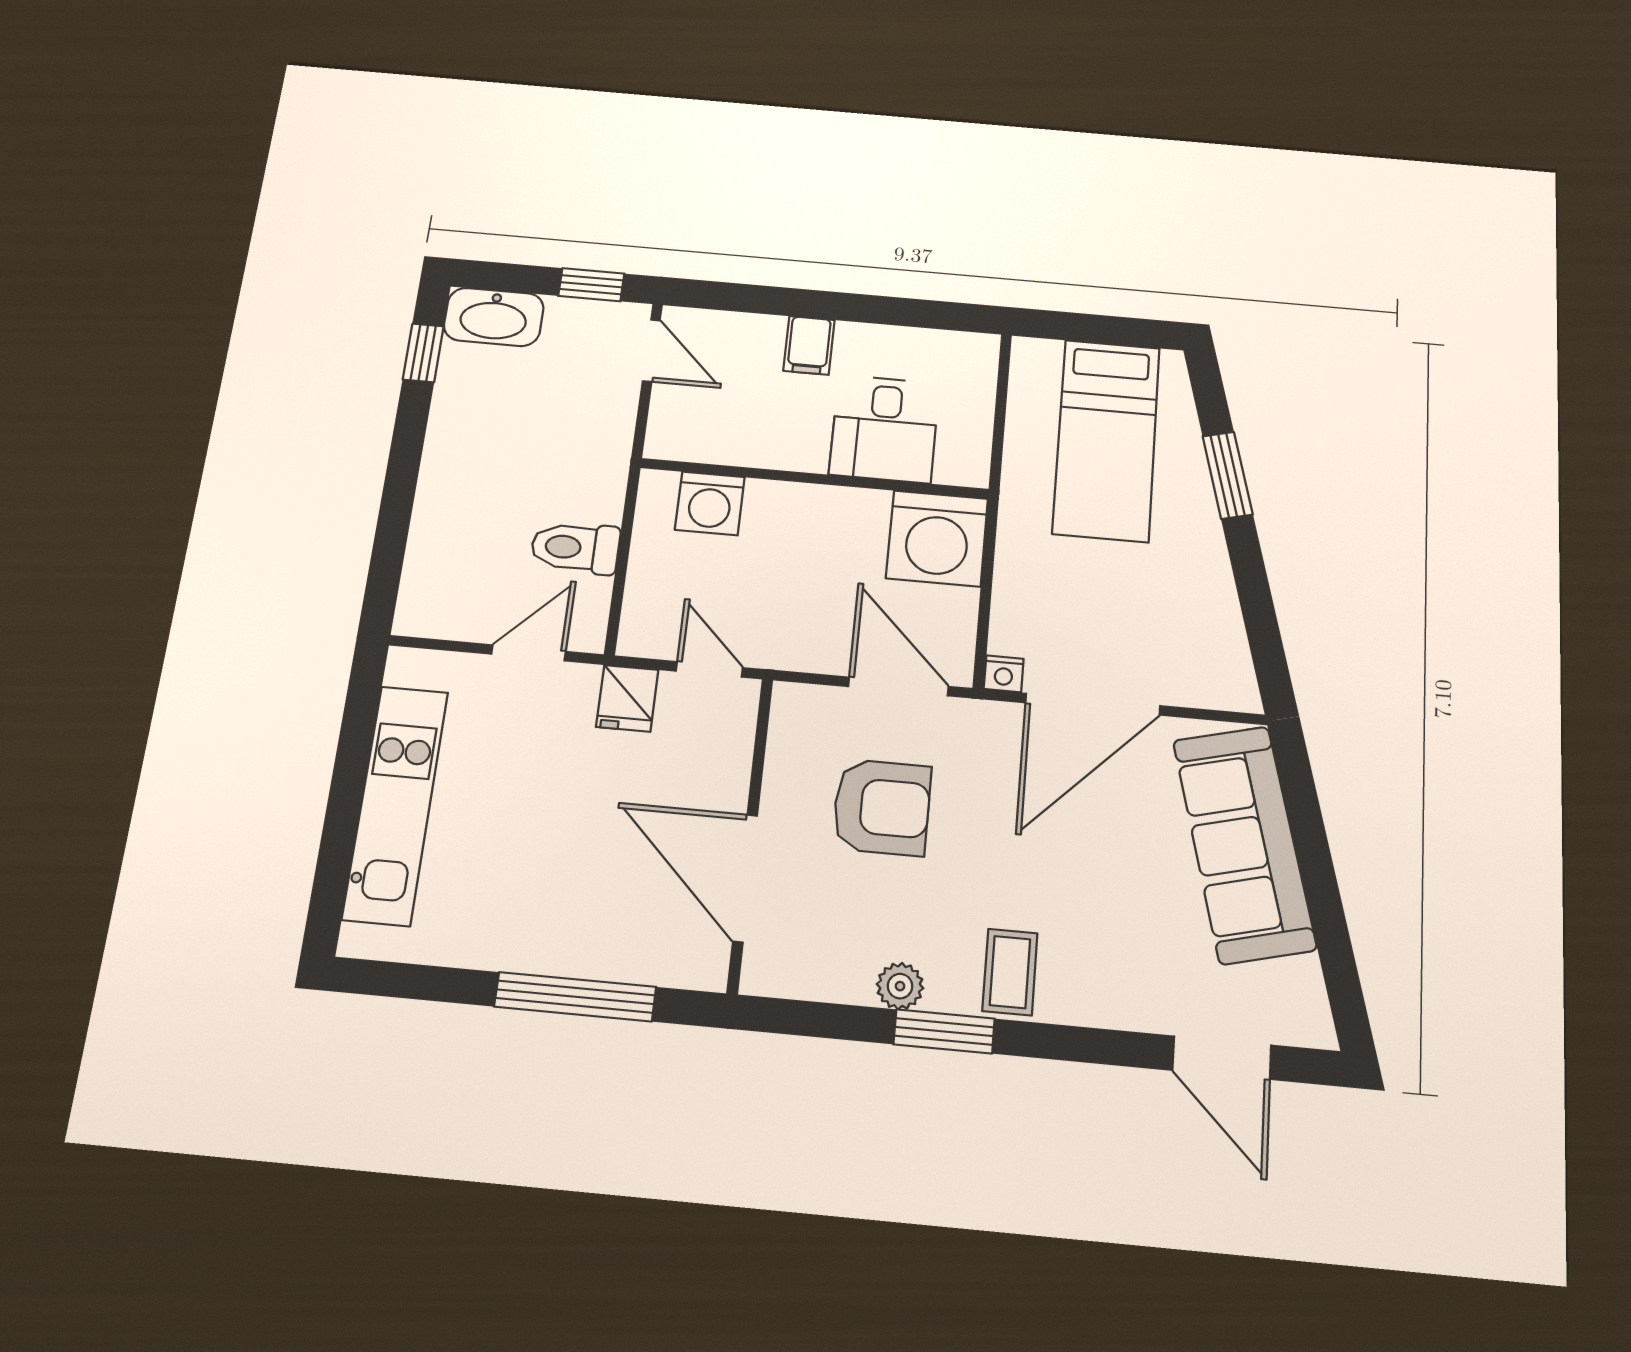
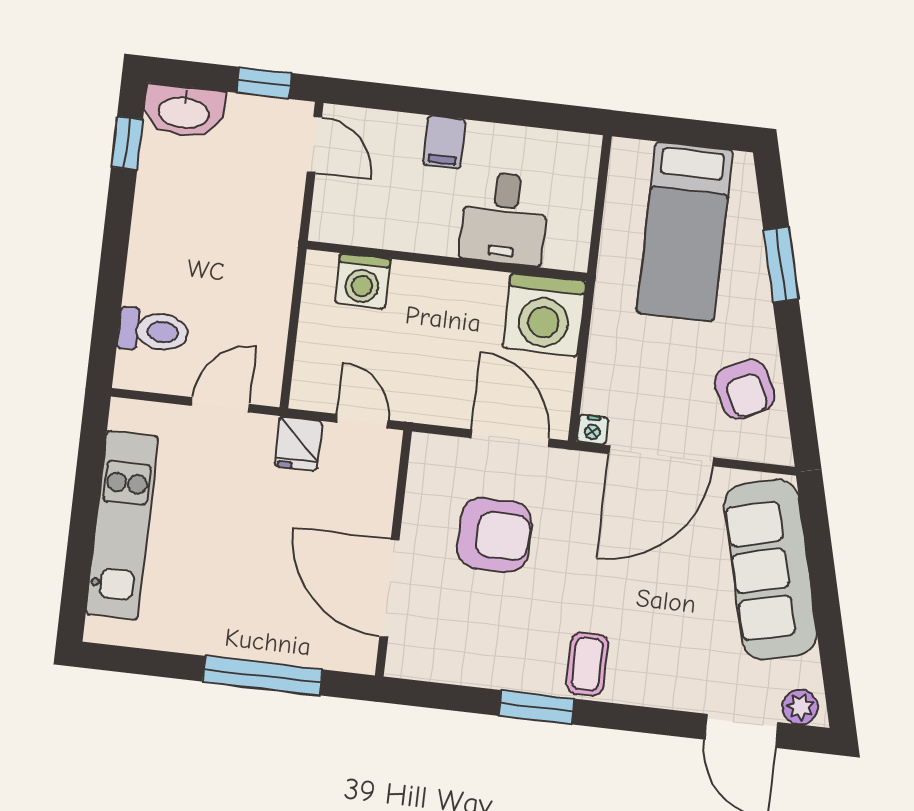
toilet: (575, 548) -> (153, 331), moved, turned 180
armchair: (1194, 622) -> (745, 389), added
plant: (900, 986) -> (800, 707), moved

